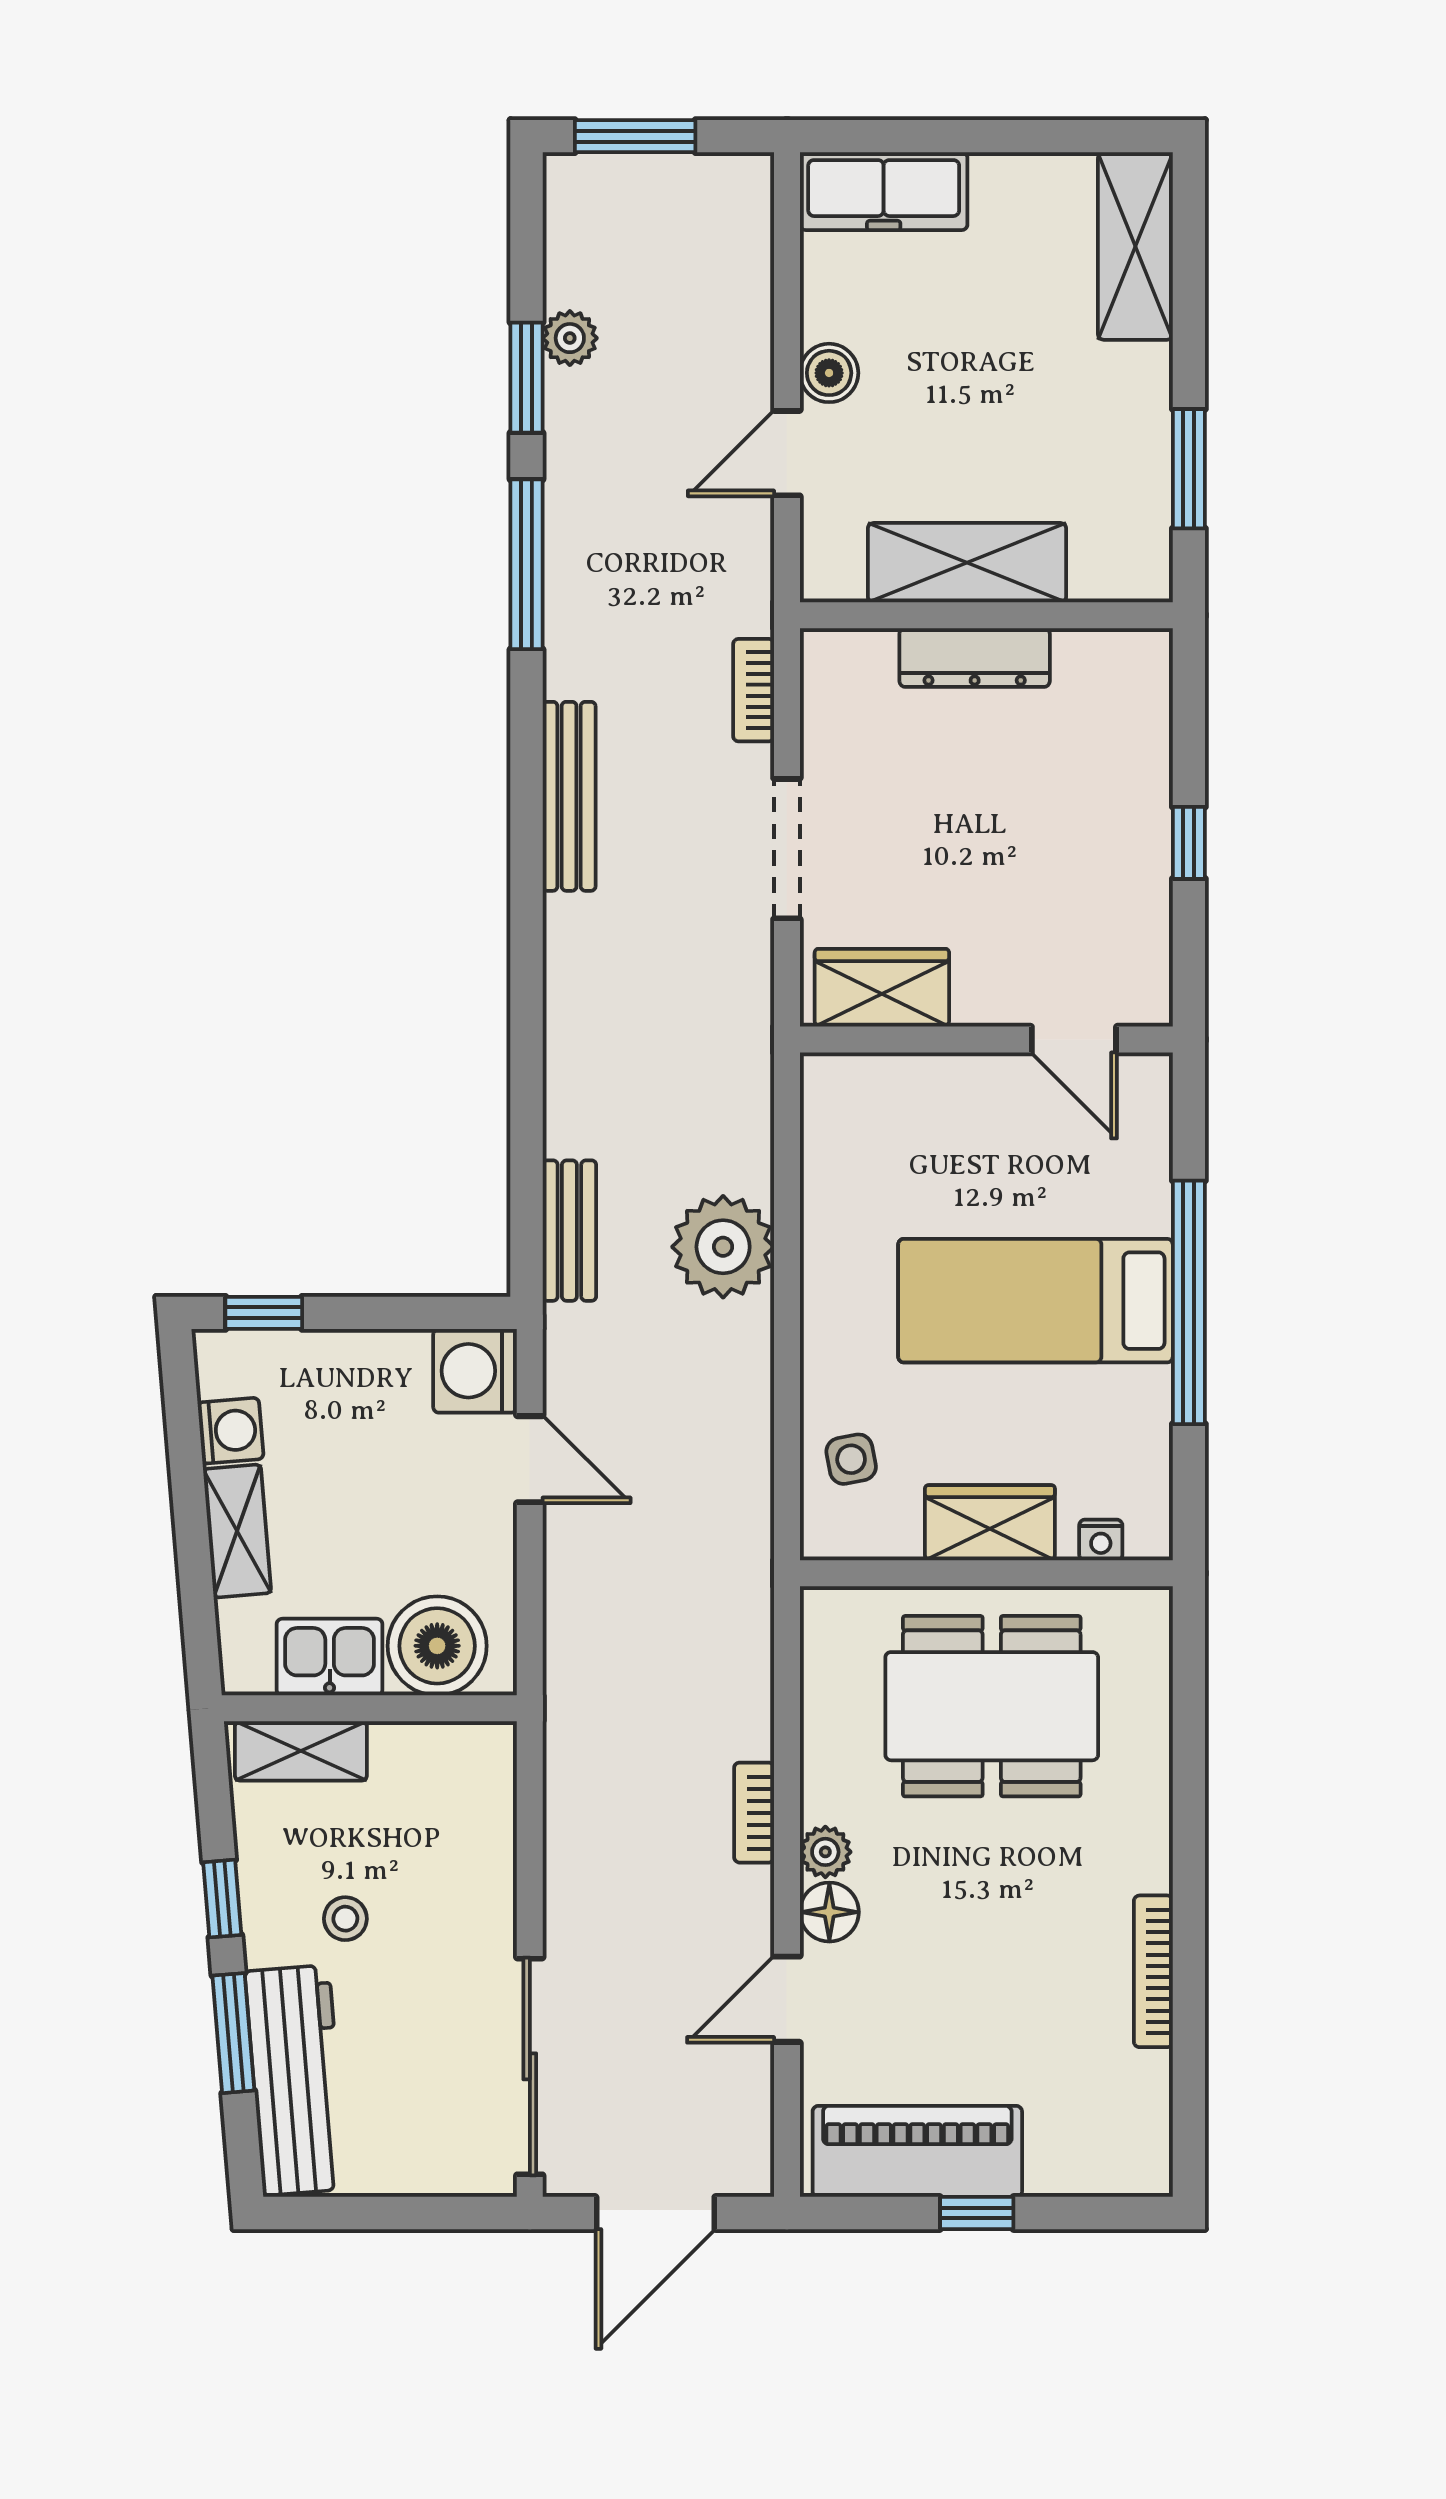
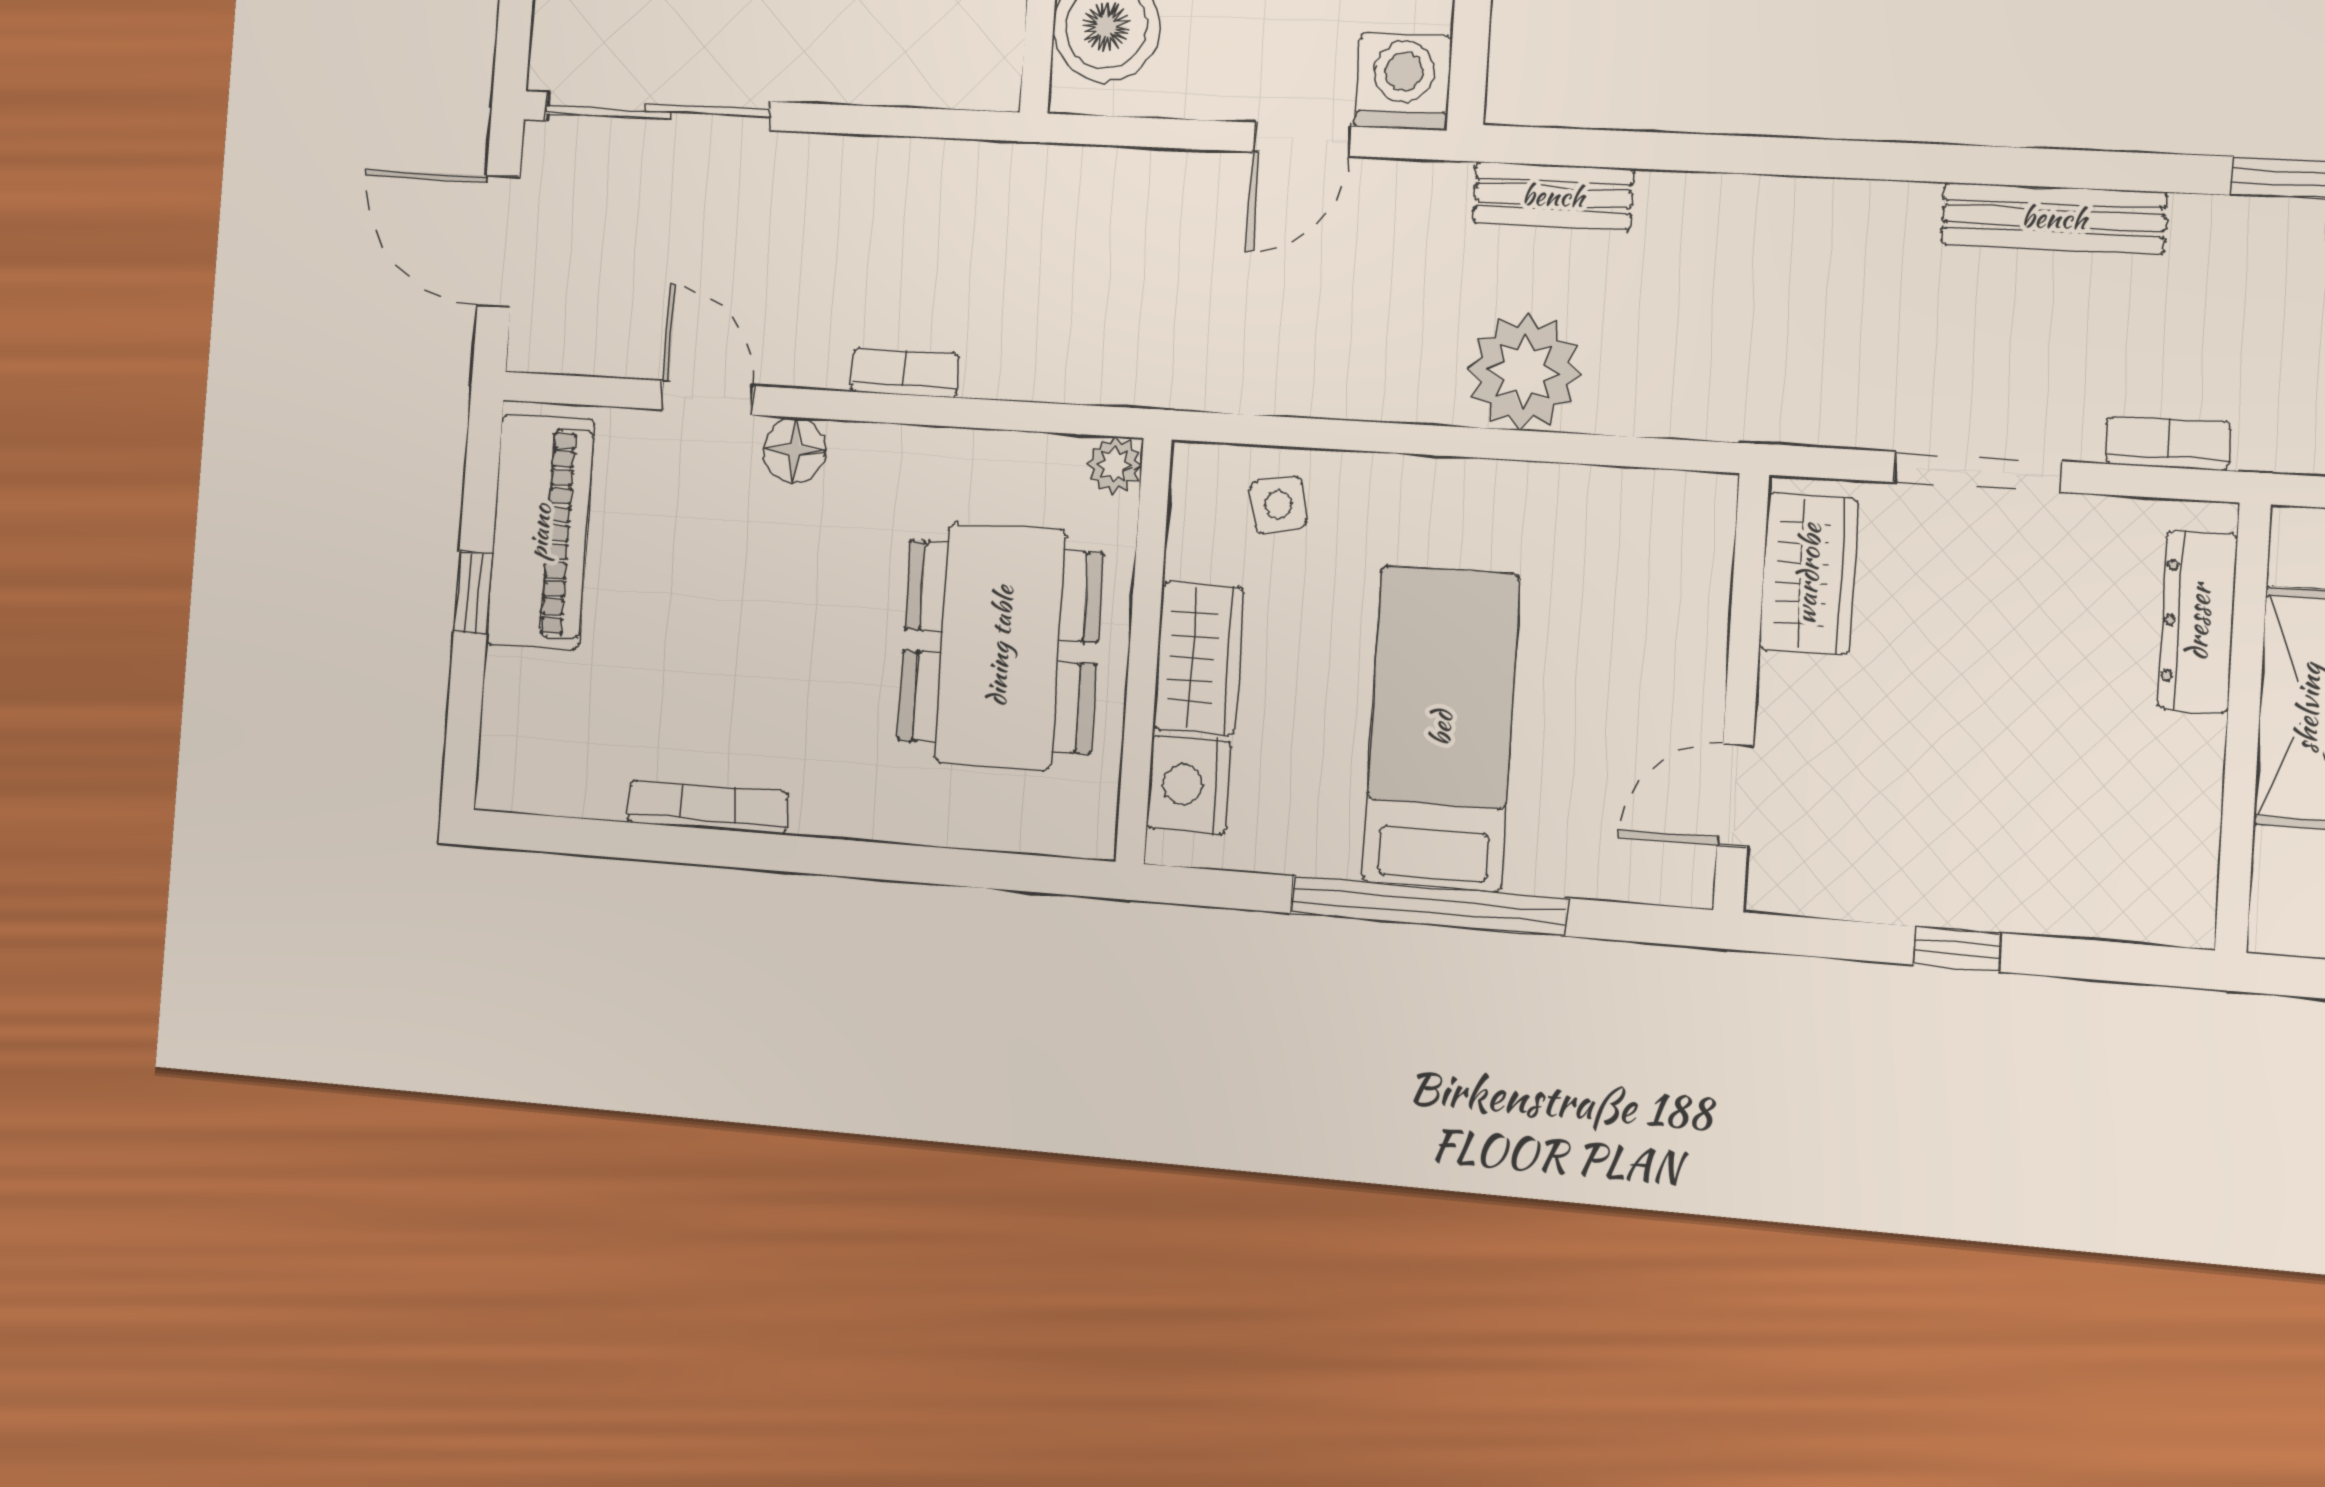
dresser: (975, 657) -> (2198, 622), moved
nightstand: (1101, 1540) -> (1189, 785), width x1.89, depth x1.79
plant: (825, 1852) -> (1114, 465), moved

